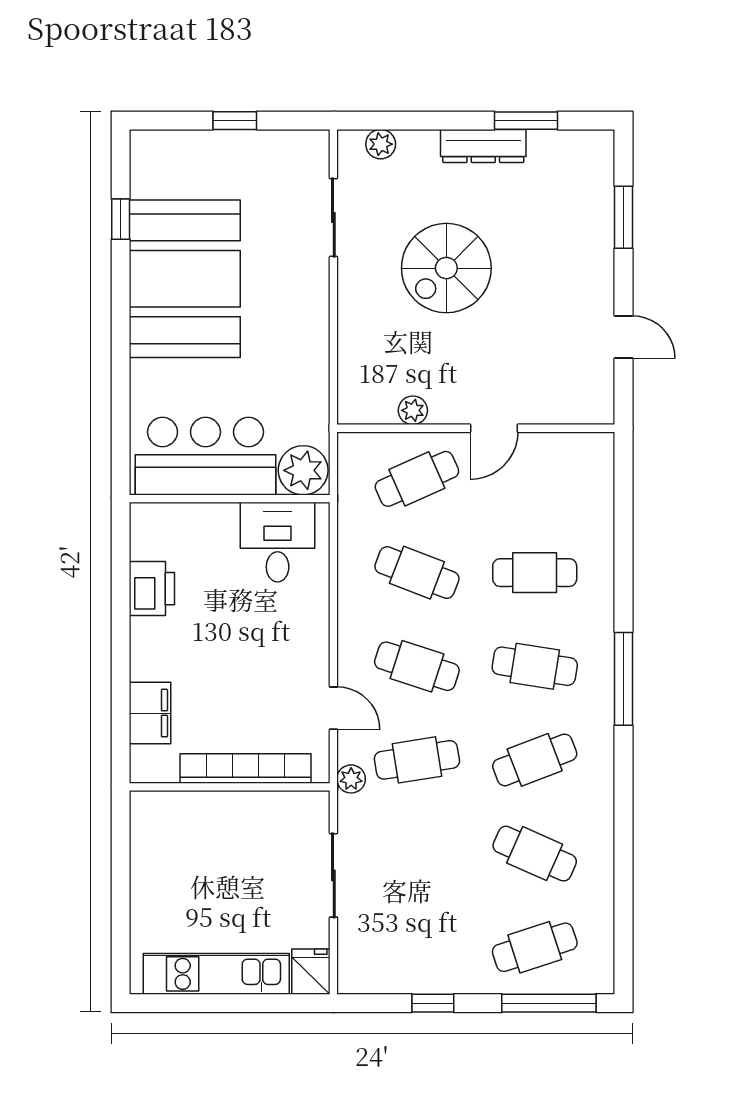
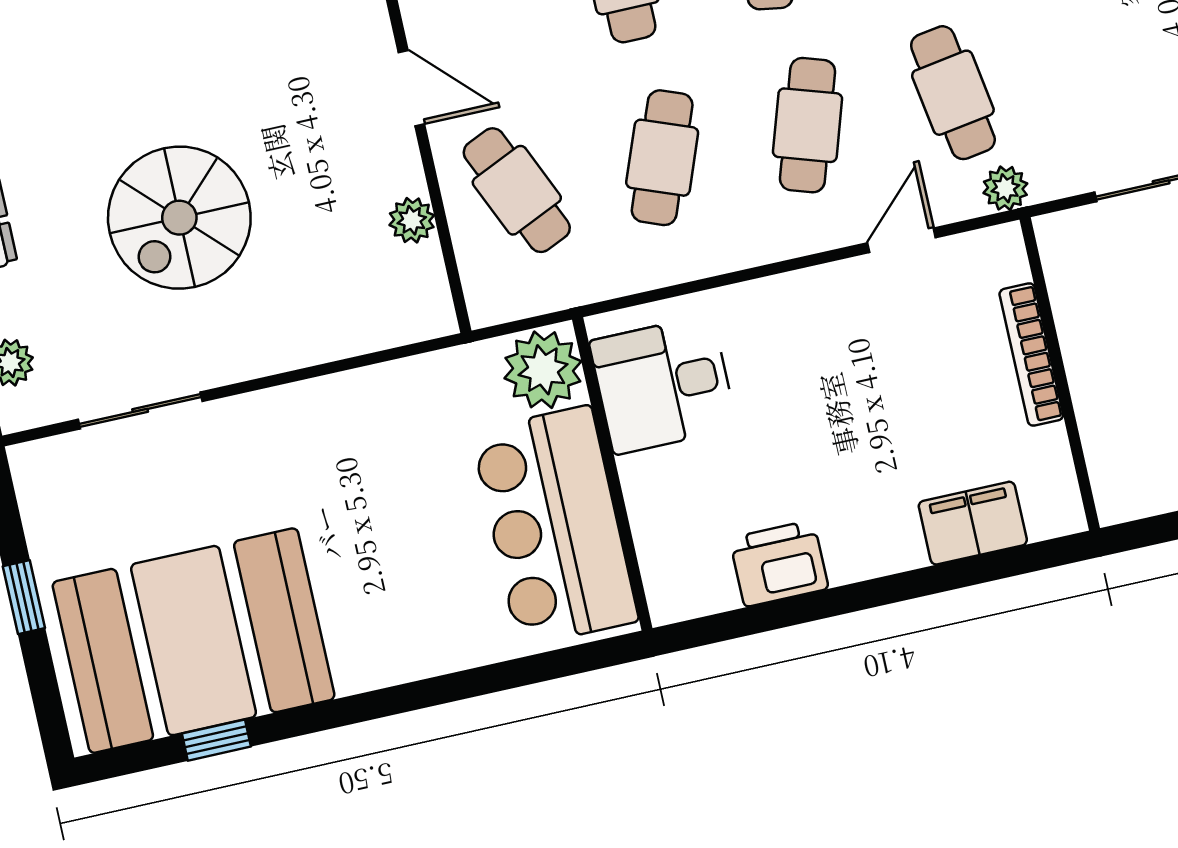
spiral stairs: (446, 268) -> (179, 218), turned 90
booth: (185, 279) -> (194, 641), moved
bookcase: (245, 769) -> (1031, 355), width x0.68, depth x0.76

